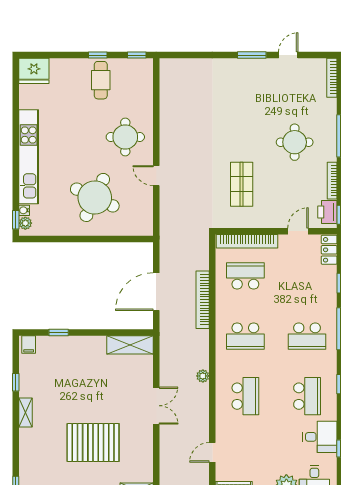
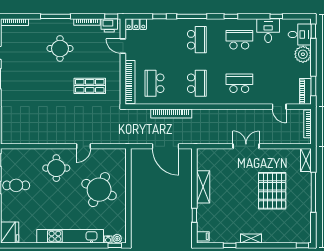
shelving: (130, 345) -> (203, 187), moved
plant: (203, 376) -> (225, 113), removed

